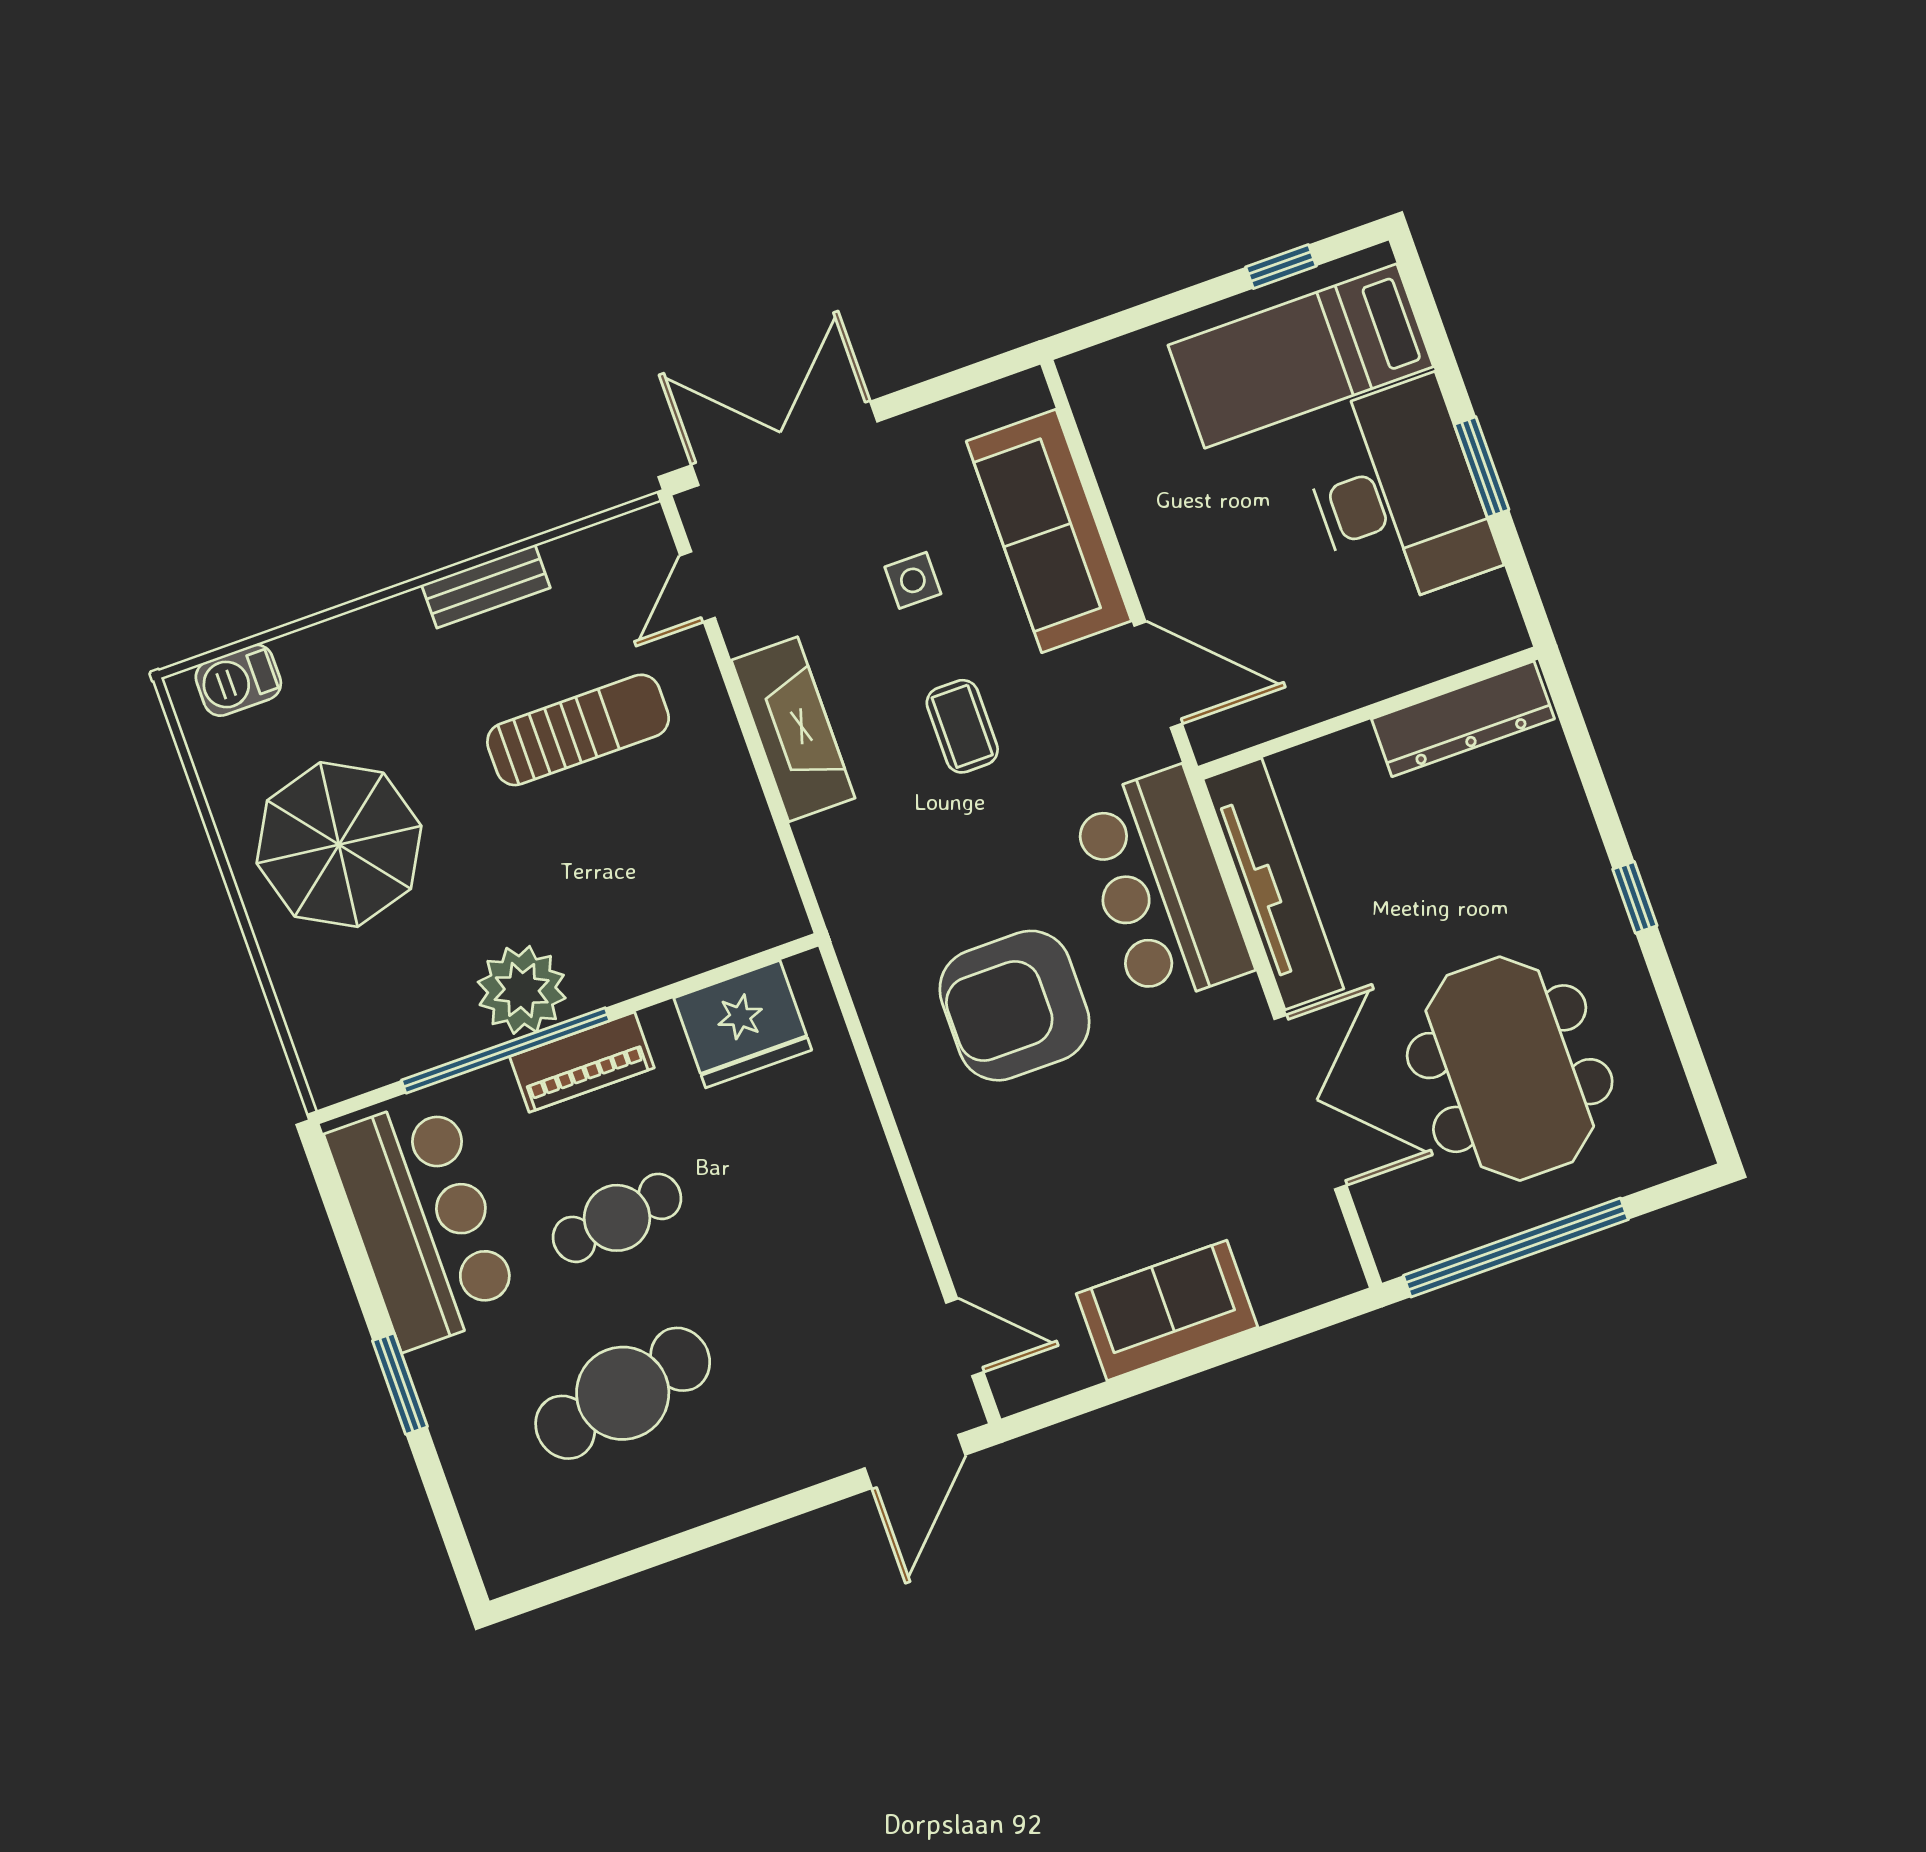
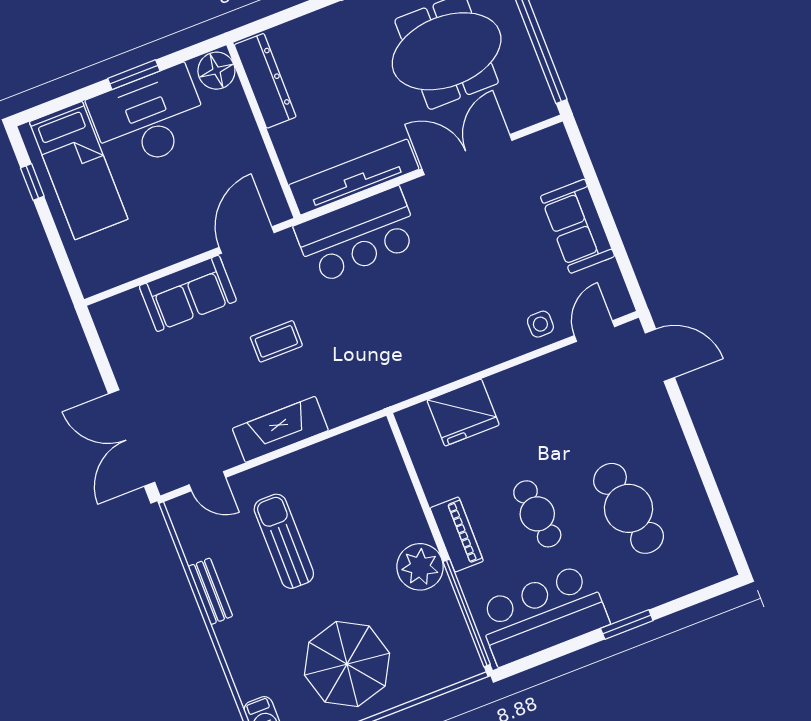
sofa: (1049, 531) -> (188, 293), width x0.73
side table: (913, 580) -> (540, 324), moved
floor lamp: (1485, 626) -> (216, 71), added
armchair: (1015, 1006) -> (421, 310), removed
fridge: (743, 1024) -> (463, 413), moved, turned 90
window: (506, 1050) -> (467, 613), moved

